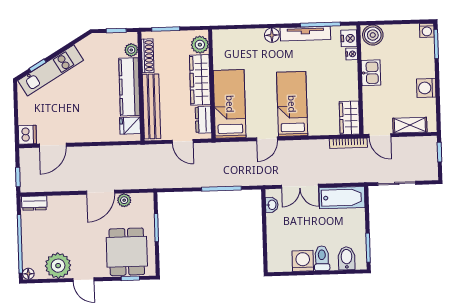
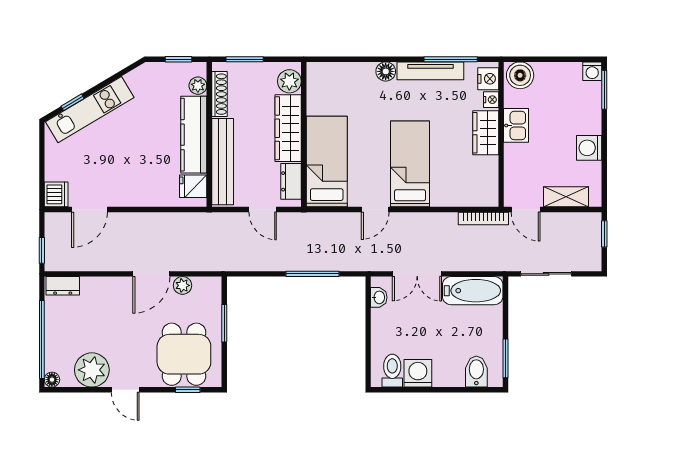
wardrobe: (349, 118) -> (486, 133), moved
toilet: (322, 258) -> (392, 371), moved

